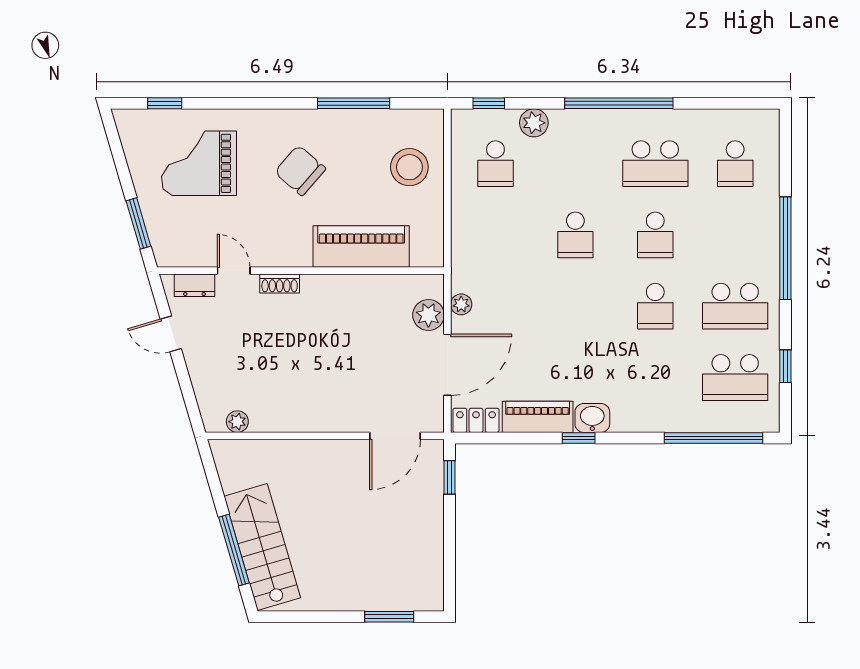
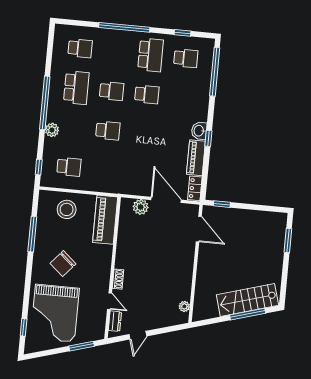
plant: (534, 123) -> (52, 130), moved
grand piano: (199, 163) -> (55, 313), width x1.37, depth x1.48
piano: (361, 246) -> (105, 220), moved
door: (234, 271) -> (109, 301), swing flipped
plant: (461, 304) -> (137, 190), removed
school desk: (735, 377) -> (186, 58), width x0.54

